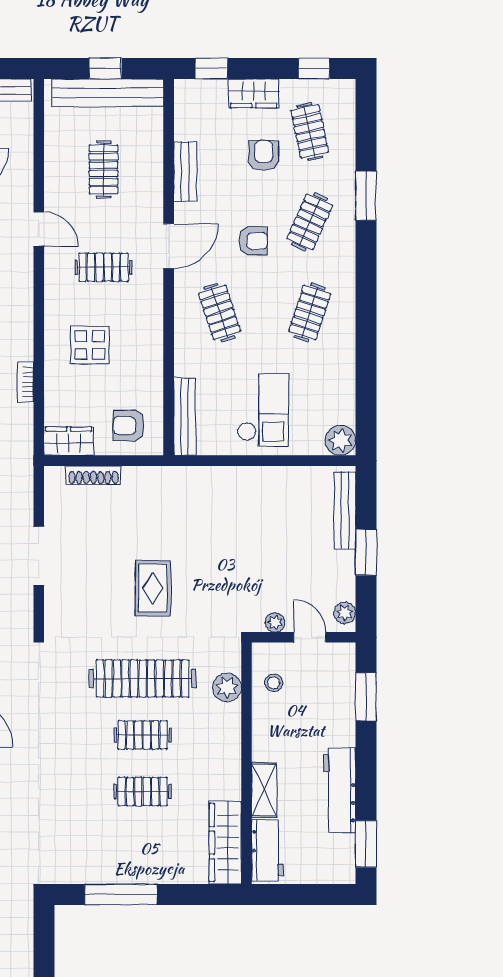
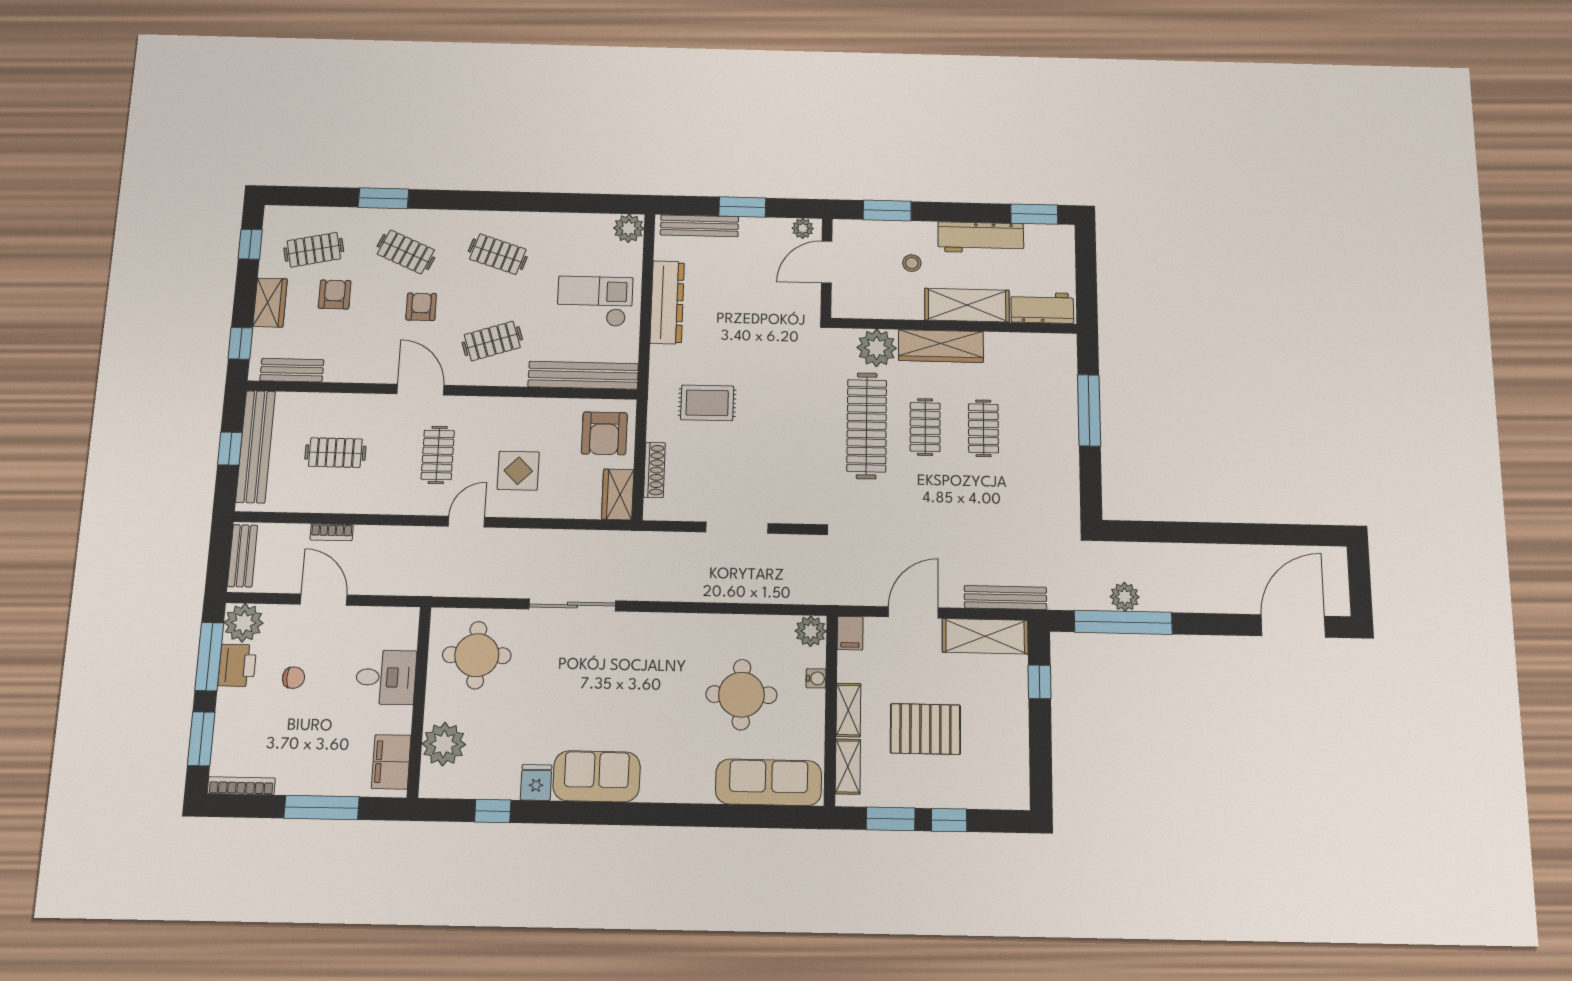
armchair: (264, 156) -> (335, 294), turned 90
bench: (185, 172) -> (292, 370), moved
door: (39, 229) -> (466, 522), moved
bookcase: (26, 382) -> (332, 532), moved
bench: (185, 417) -> (583, 375), width x1.37, depth x1.21
armchair: (129, 426) -> (604, 433), width x1.38, depth x1.38
dresser: (264, 481) -> (667, 302), added
rug: (153, 588) -> (707, 403), moved
plant: (275, 622) -> (811, 295), removed
door: (310, 637) -> (827, 262), width x1.38
stool: (274, 683) -> (912, 263), moved
plant: (227, 687) -> (877, 348), width x1.36, depth x1.36
shelving: (264, 790) -> (967, 305), width x1.50, depth x1.33
wardrobe: (225, 843) -> (941, 346), moved
window: (121, 894) -> (1089, 410), moved

